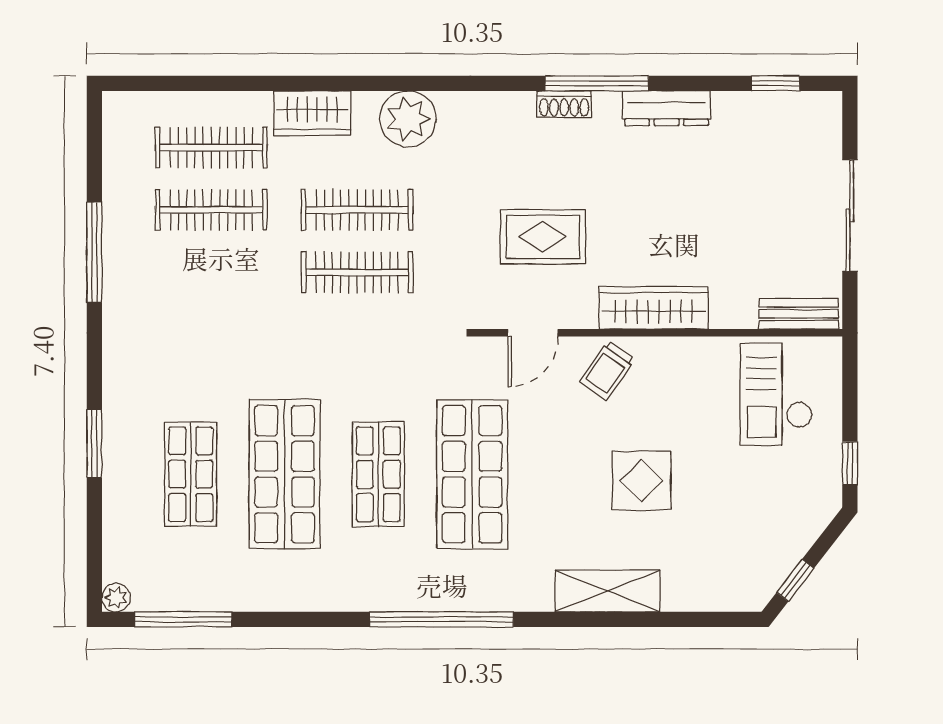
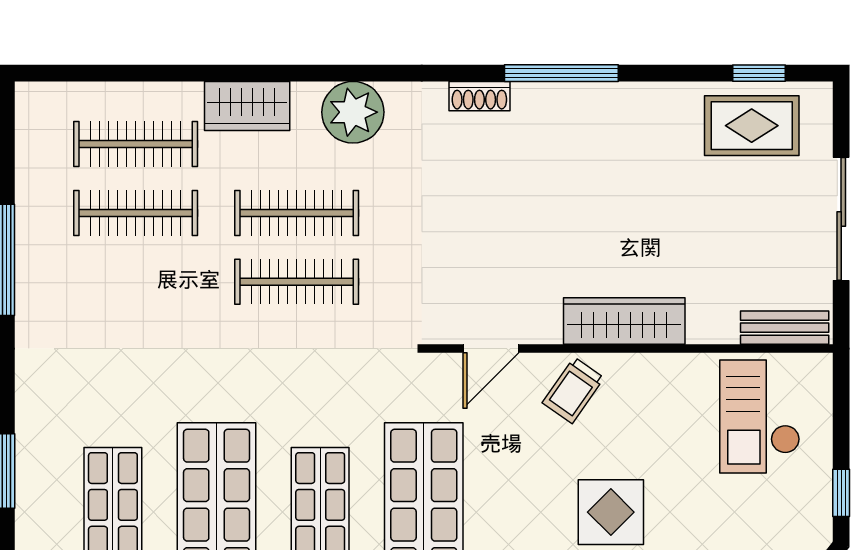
shoe rack: (564, 104) -> (479, 96), moved
dresser: (666, 108) -> (639, 100), removed
rug: (543, 237) -> (752, 126), moved

